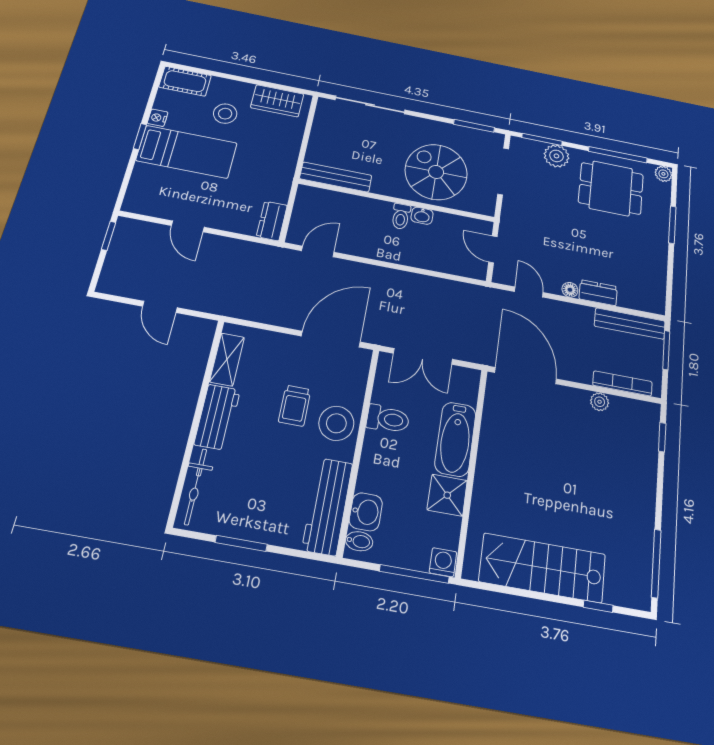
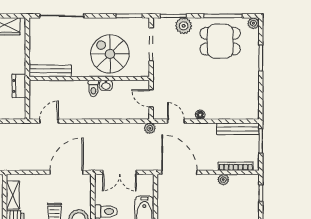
dresser: (272, 221) -> (19, 86), moved
dresser: (598, 293) -> (217, 113), removed
plant: (485, 295) -> (150, 128), added

